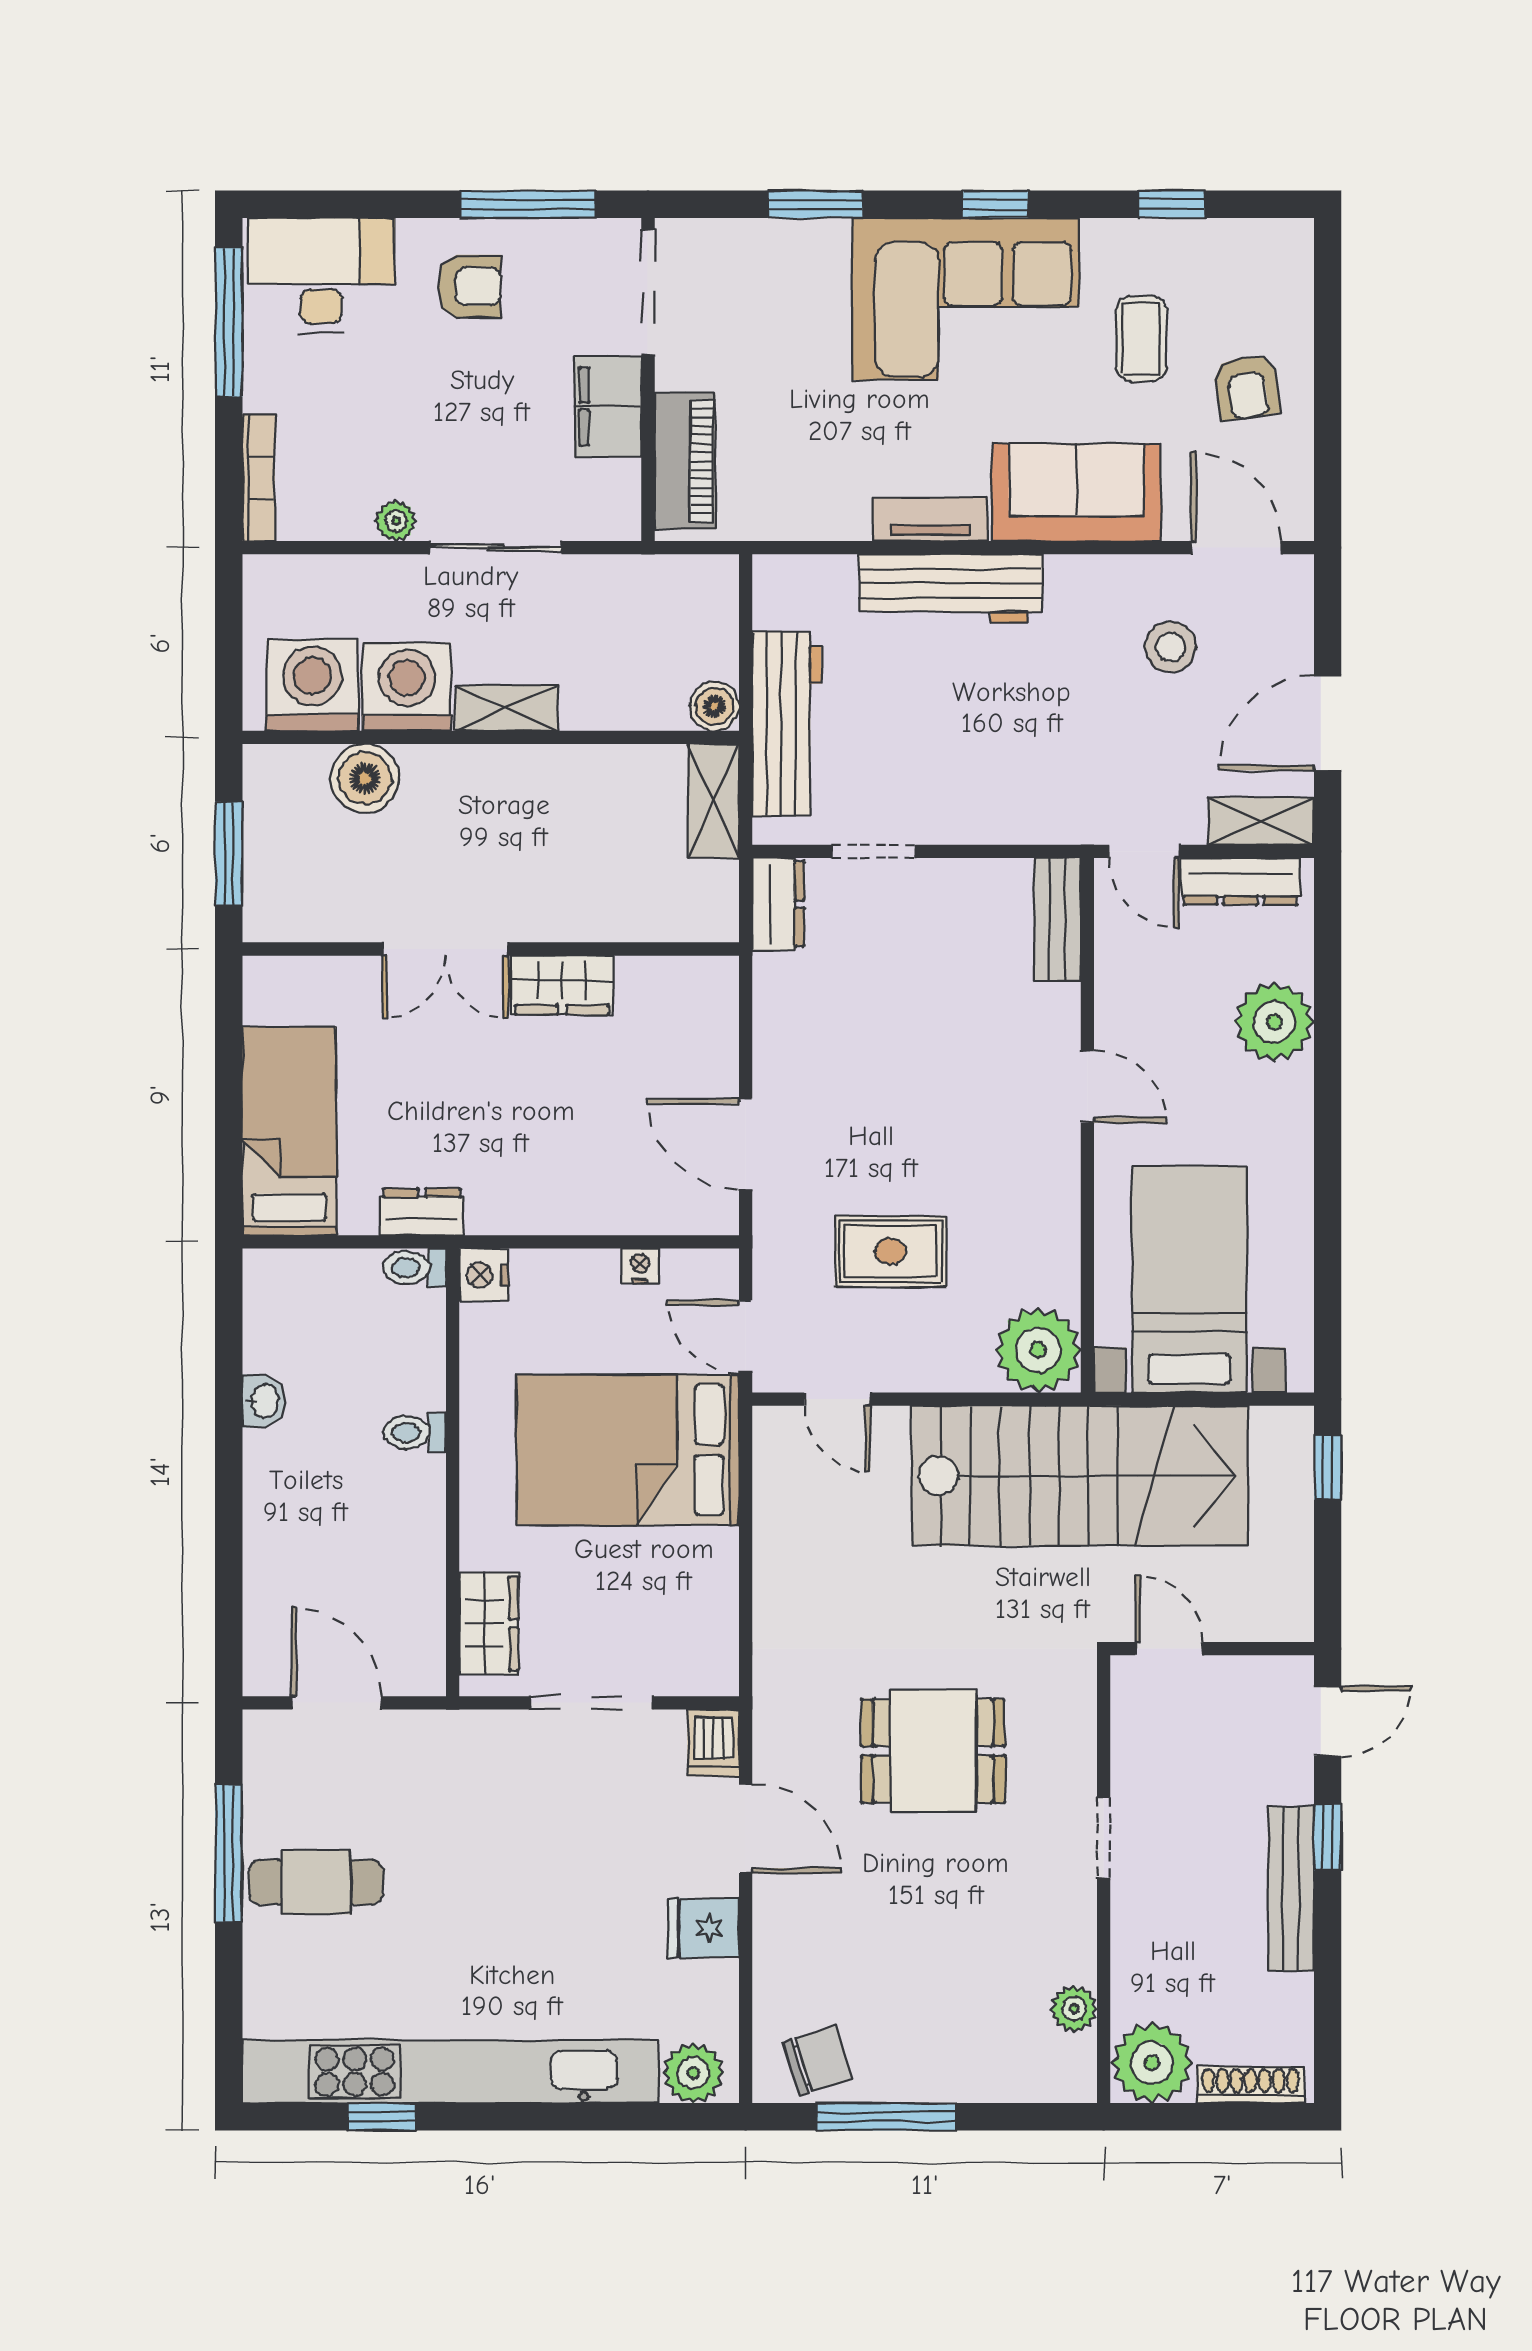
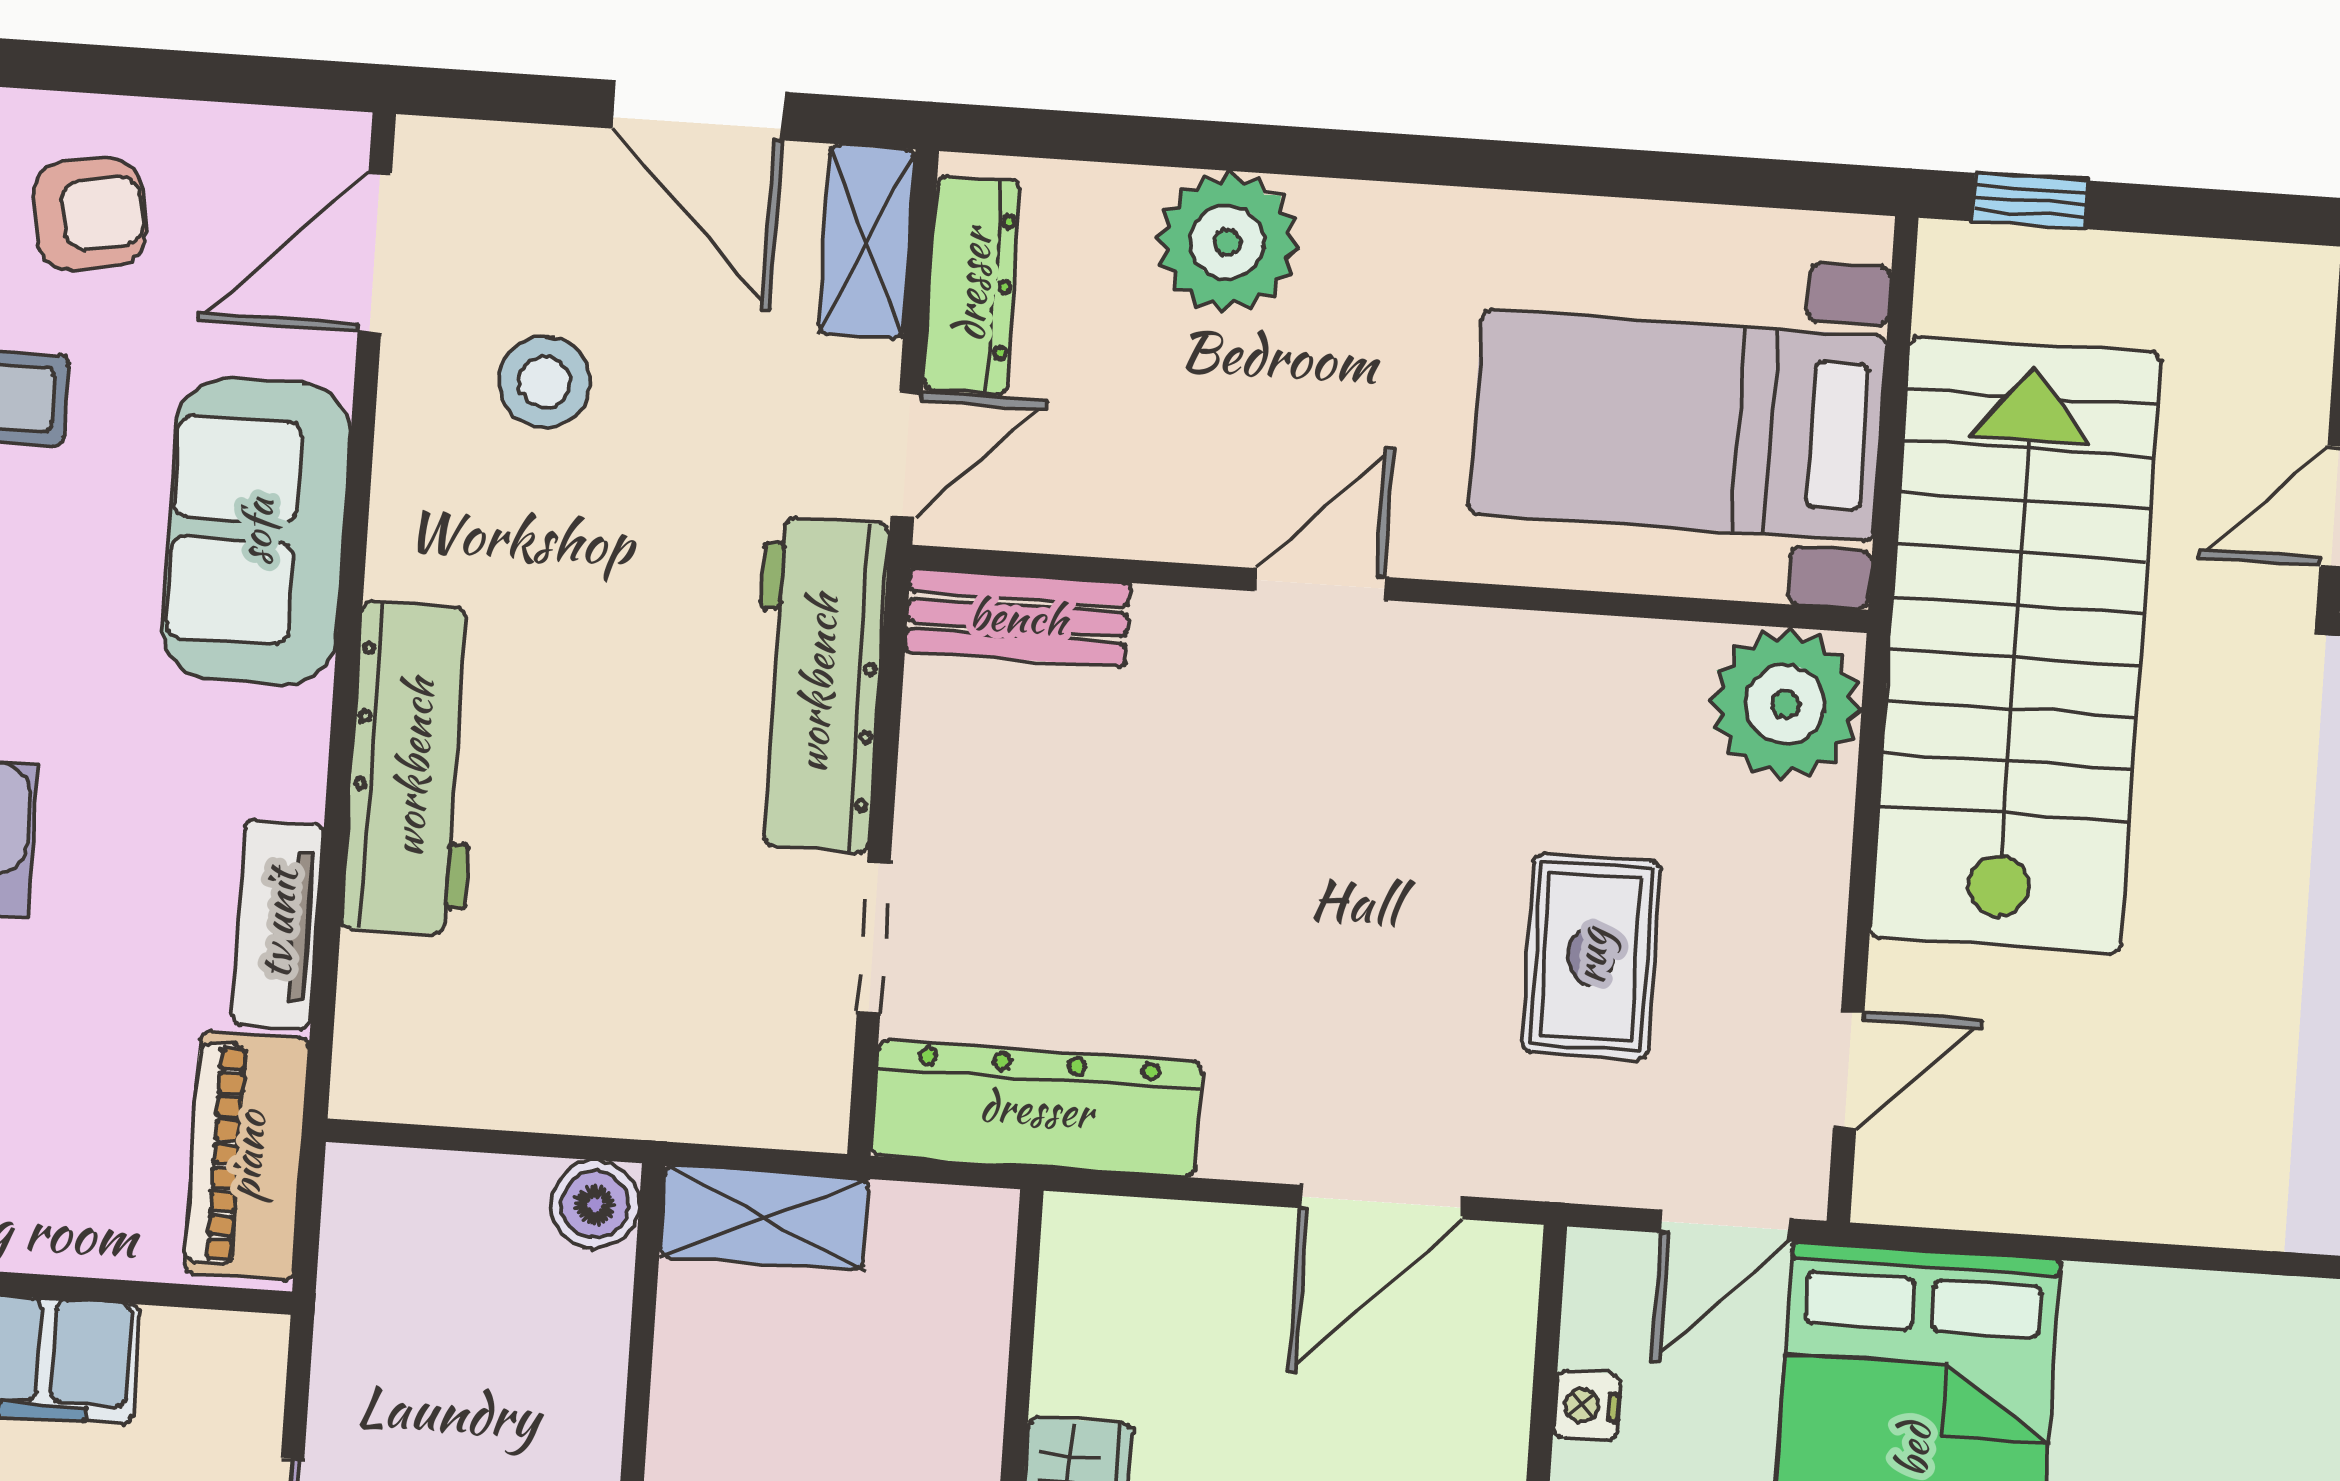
piano: (685, 461) -> (247, 1156), moved, turned -90
tv unit: (930, 519) -> (278, 924), moved
workbench: (787, 724) -> (817, 684), moved, turned -90
dresser: (778, 904) -> (1036, 1109), width x1.96, depth x1.24

